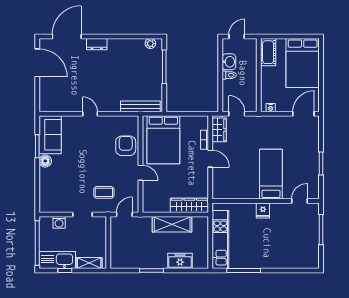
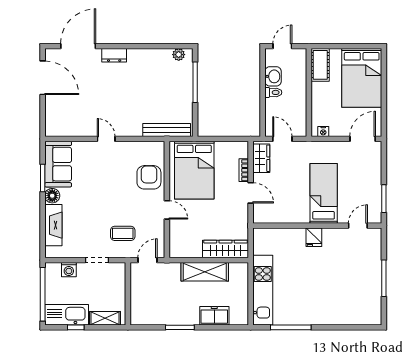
bed: (271, 174) -> (324, 193), moved
fireplace: (46, 185) -> (53, 225), added
wall: (266, 201) -> (317, 226), moved
door: (299, 201) -> (358, 226), moved
fridge: (263, 210) -> (314, 237), moved

